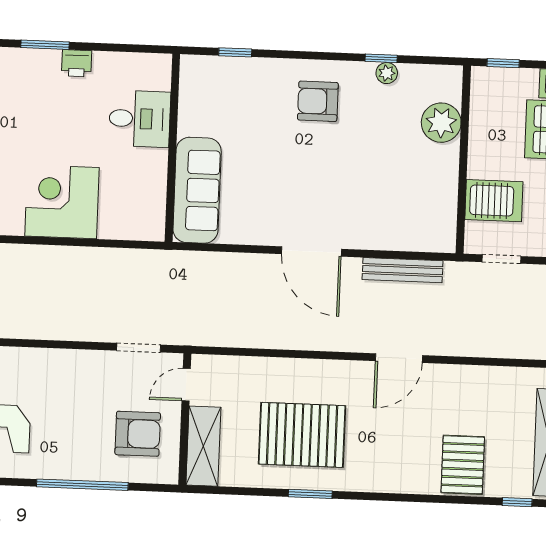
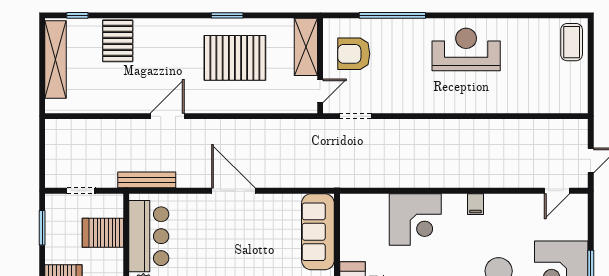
bar counter: (431, 193) -> (149, 236), added
doorway: (501, 259) -> (81, 191), moved
bench: (403, 270) -> (147, 180), moved

